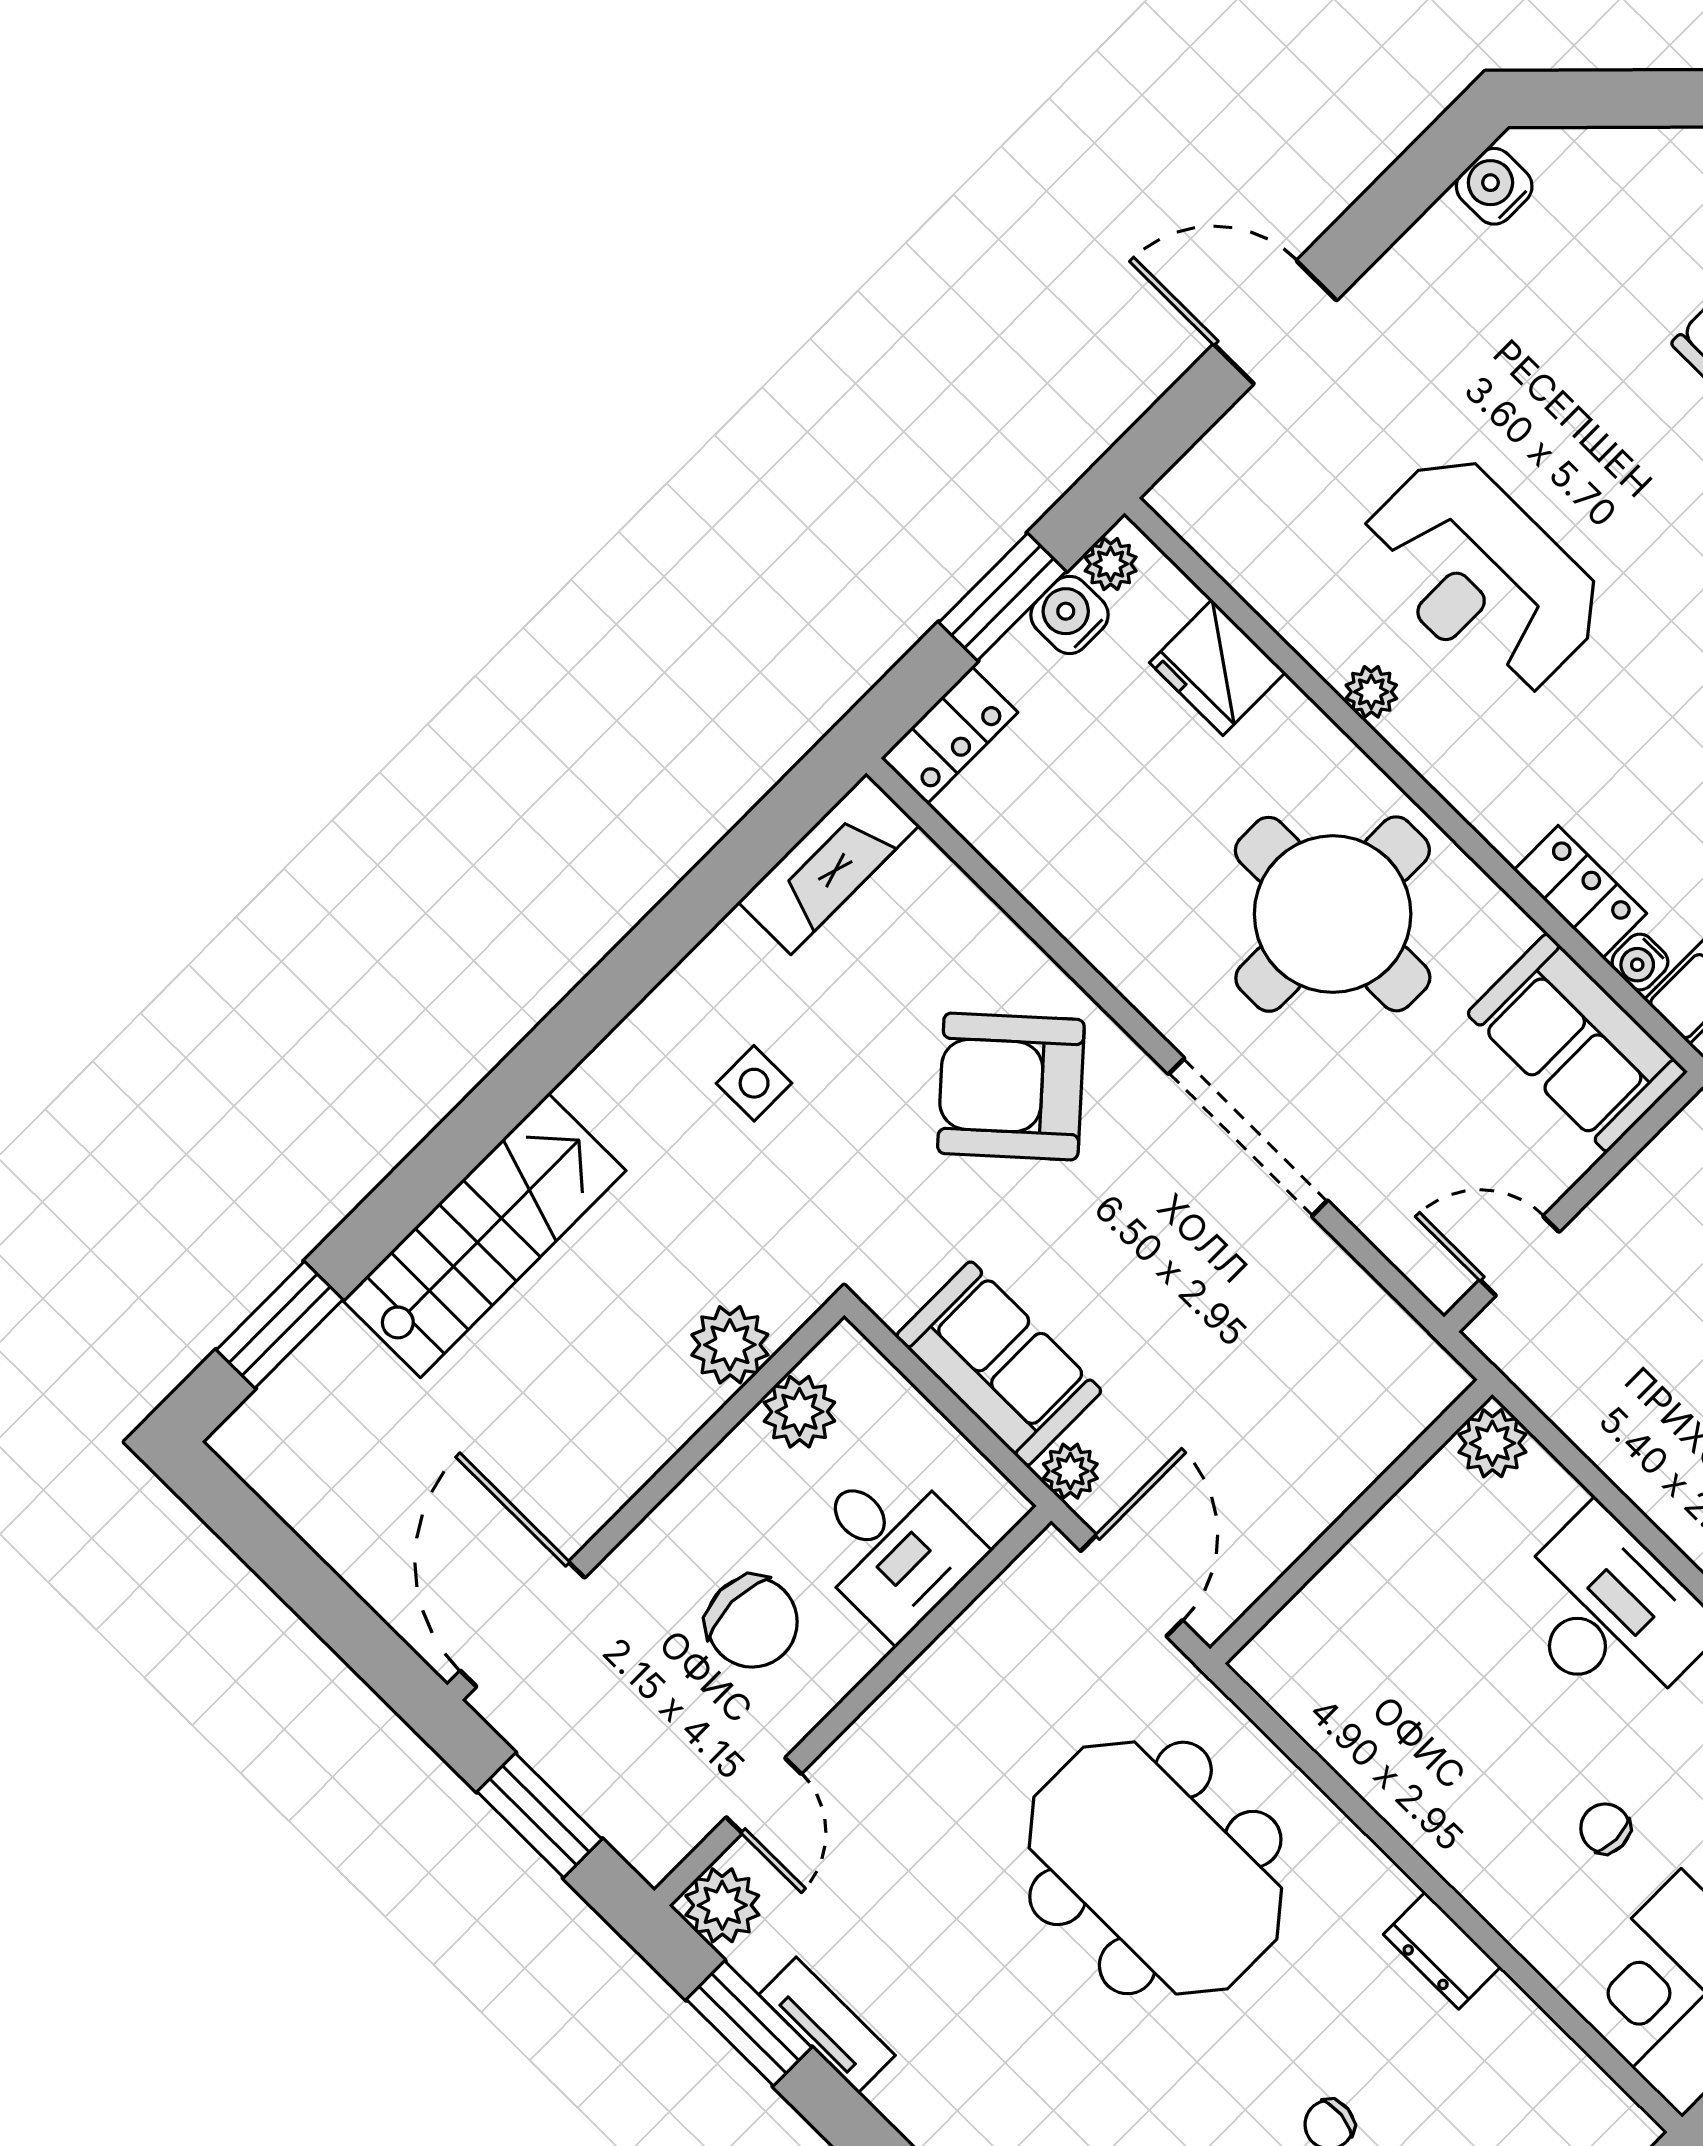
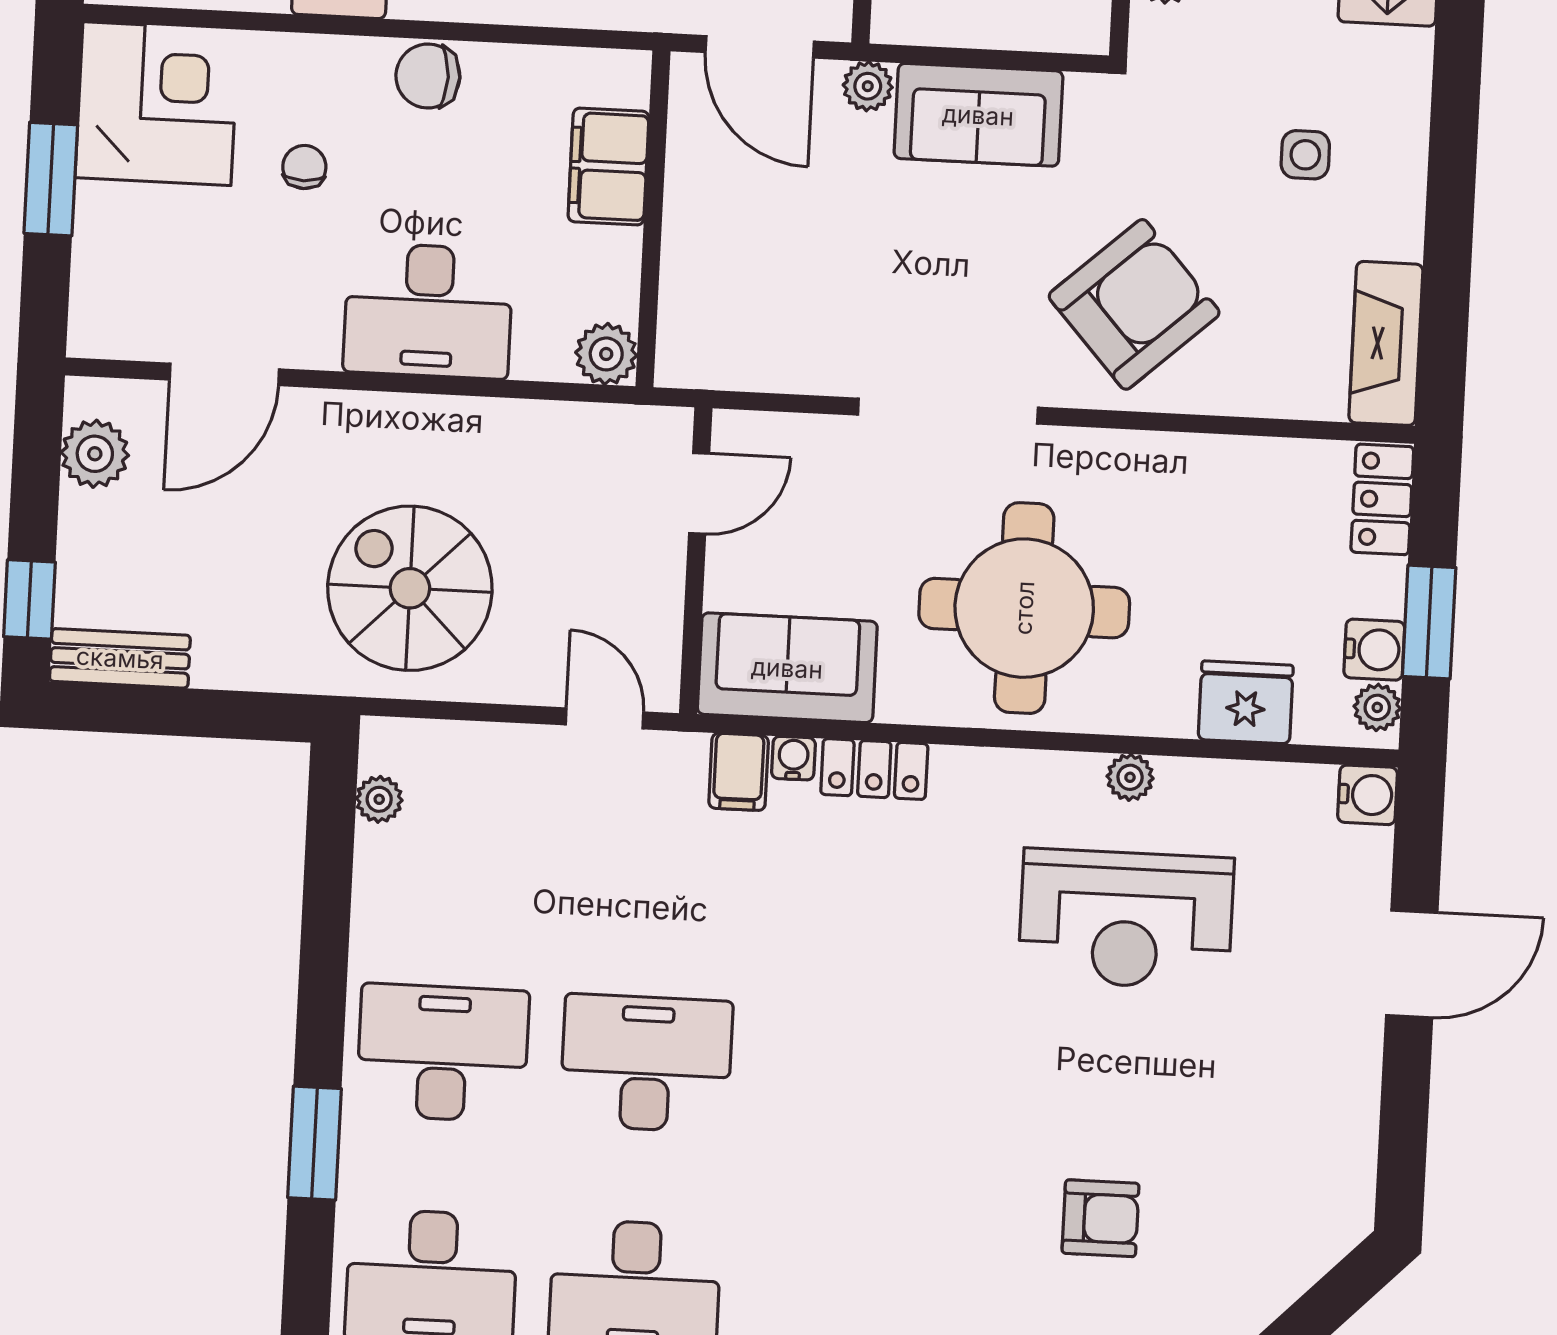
water cooler: (1494, 186) -> (1368, 795), moved
reception desk: (1482, 576) -> (1126, 919), turned 180
filing cabinet: (1349, 1599) -> (609, 167), added
chair: (1433, 1812) -> (428, 76), added
chair: (1605, 1828) -> (304, 167), turned -90

